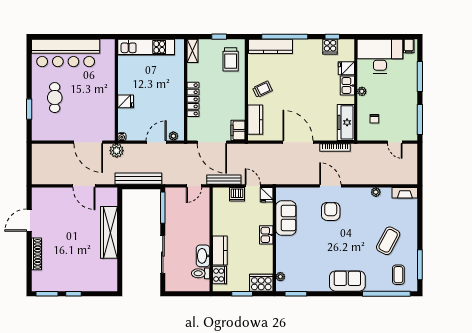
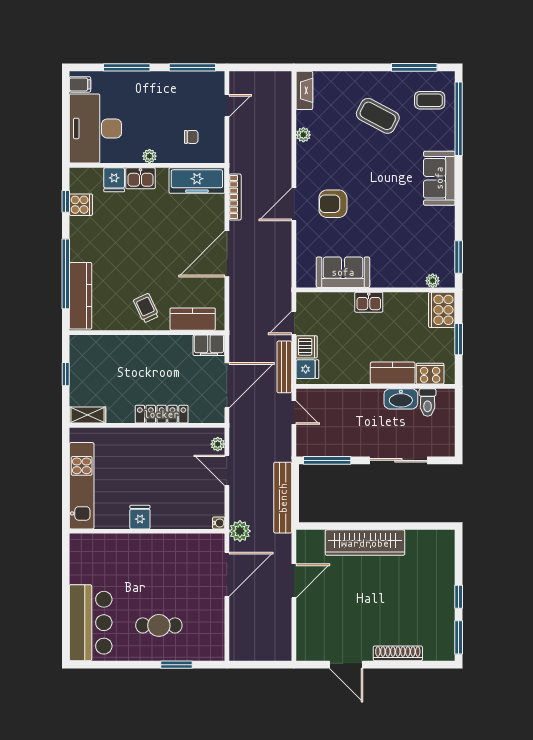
bar counter: (66, 53) -> (91, 623), width x0.73
trolley: (231, 59) -> (101, 357), removed
fridge: (126, 101) -> (140, 517), moved
fridge: (267, 195) -> (307, 369), moved

